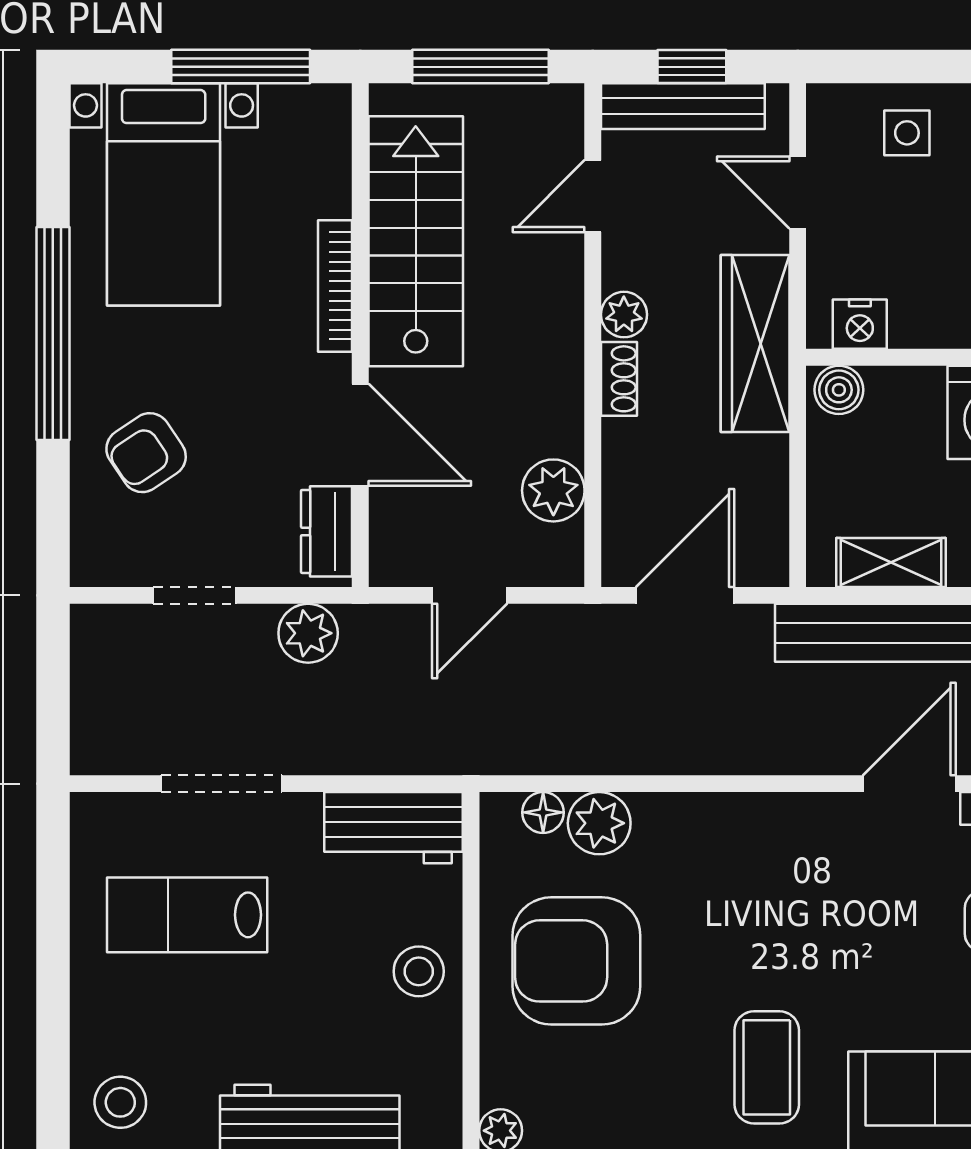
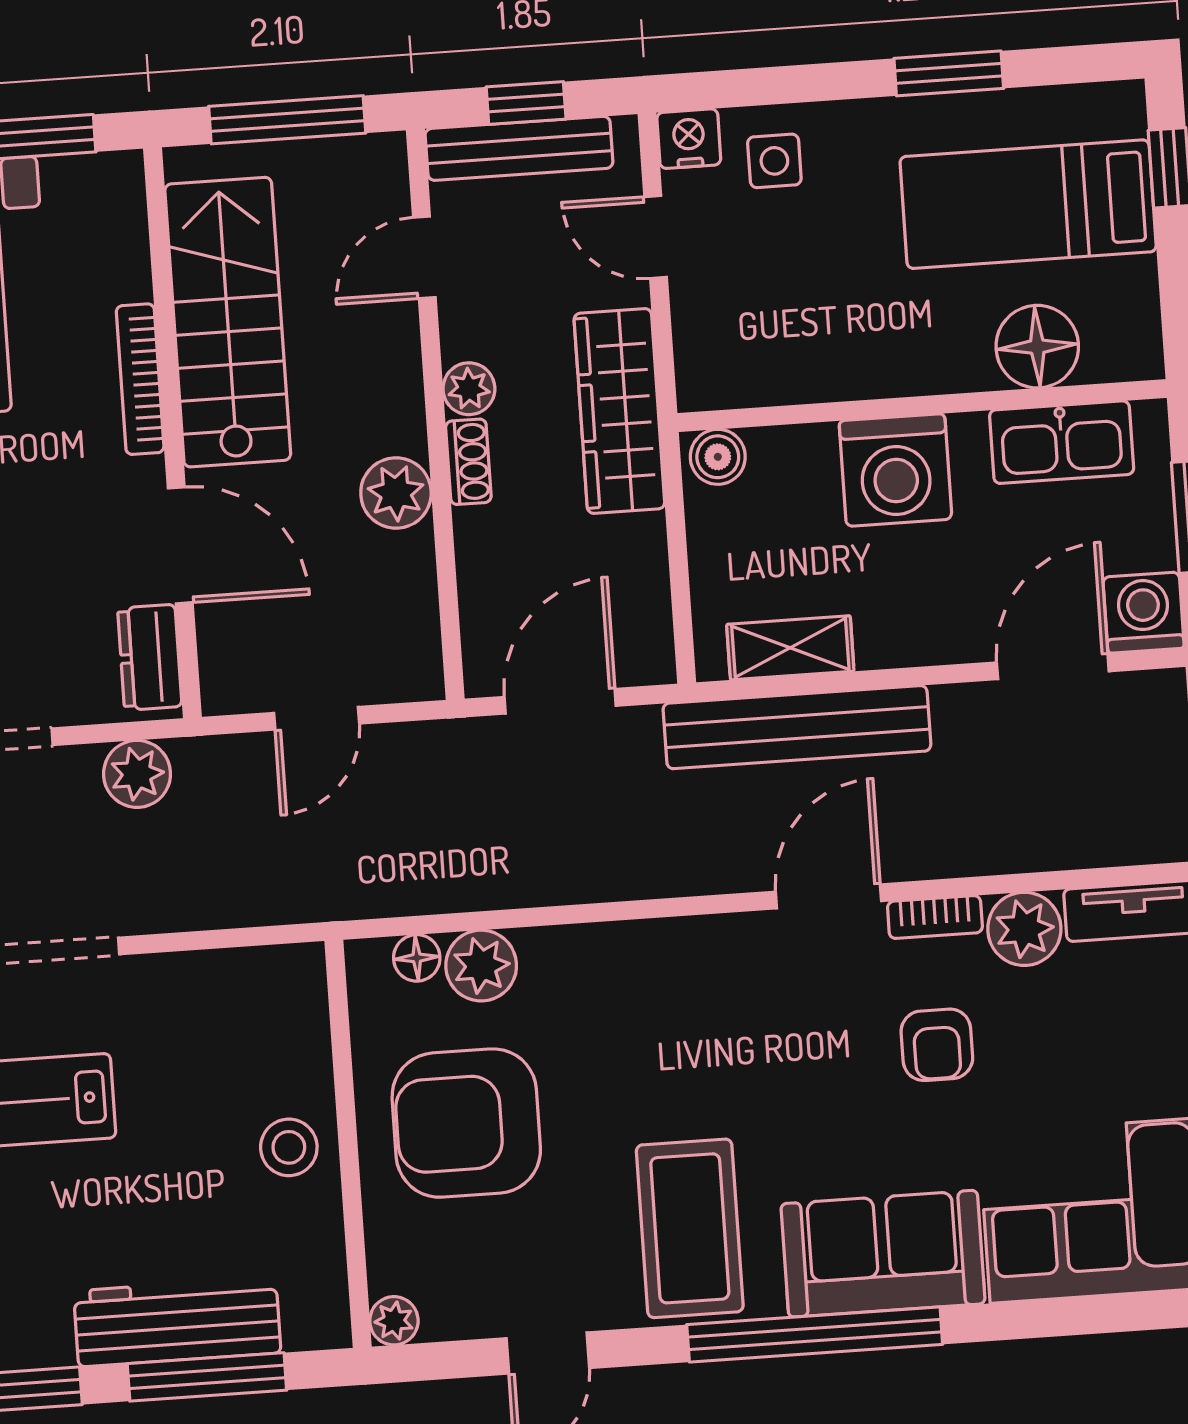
nightstand: (860, 324) -> (689, 139), moved, turned 180
plant: (553, 490) -> (396, 493), moved
workbench: (394, 828) -> (249, 987), removed
coffee table: (767, 1067) -> (690, 1228), width x1.36, depth x1.32

